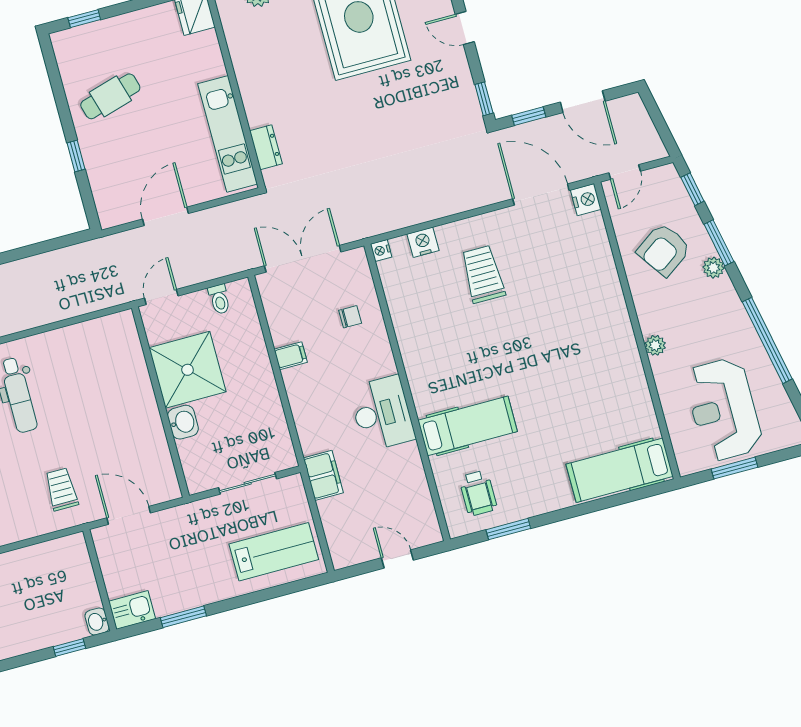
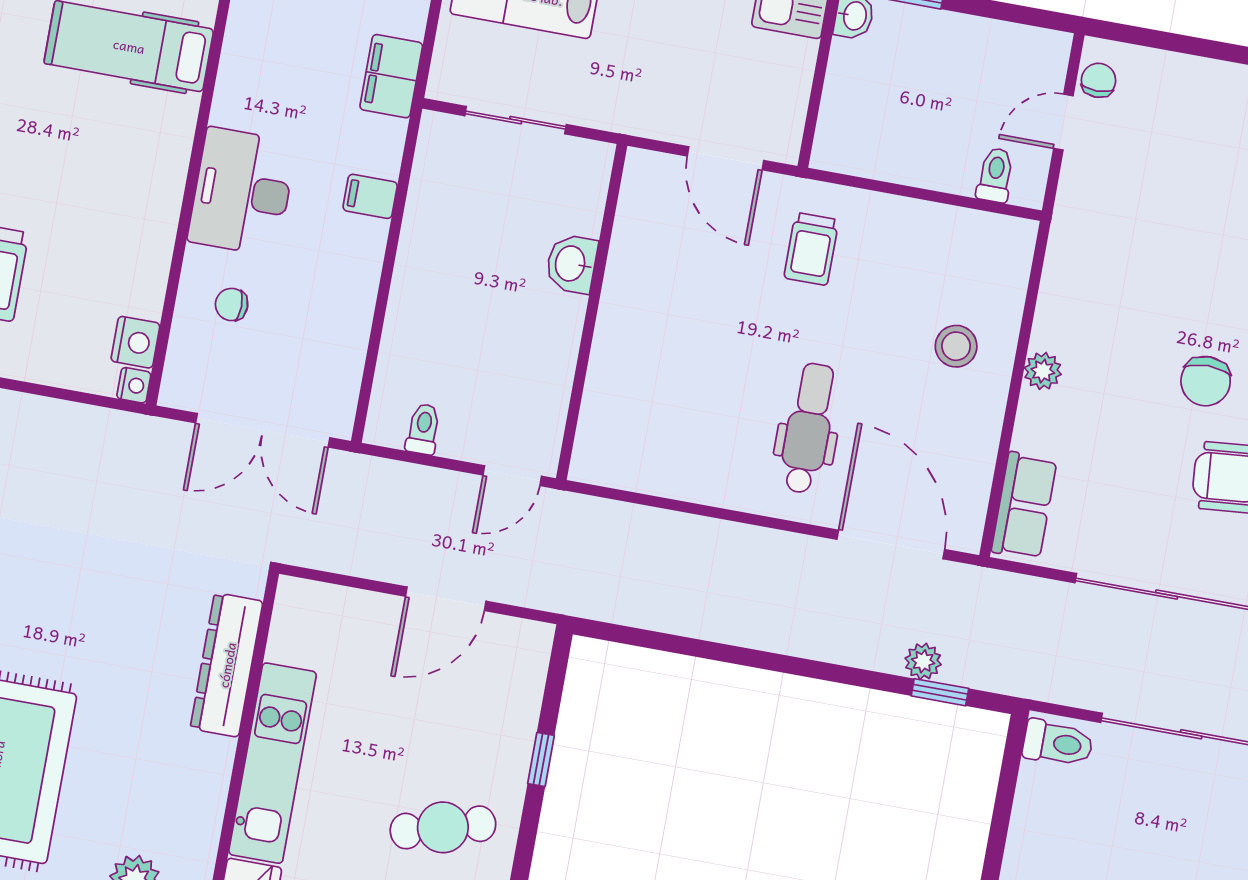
kitchen unit: (228, 134) -> (273, 763), moved
dresser: (266, 147) -> (227, 665), width x1.96, depth x1.24
nightstand: (423, 242) -> (135, 342), moved, turned -90
filing cabinet: (291, 356) -> (370, 196), moved
shower: (188, 370) -> (525, 342), removed
desk: (382, 413) -> (242, 192), moved

